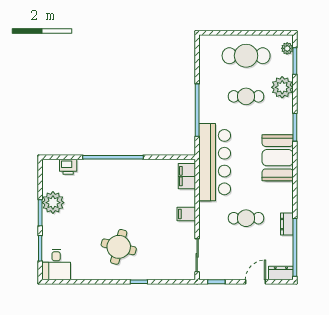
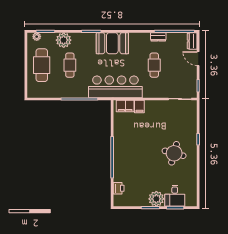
plant: (53, 203) -> (156, 199), moved
filing cabinet: (186, 214) -> (139, 107), moved
desk: (56, 265) -> (175, 196), moved, turned 90

